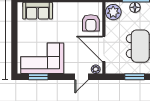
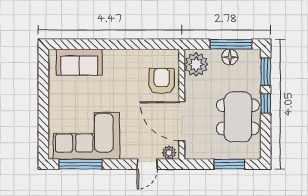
armchair: (91, 23) -> (162, 81), turned 180
window: (38, 77) -> (80, 164), width x1.44

